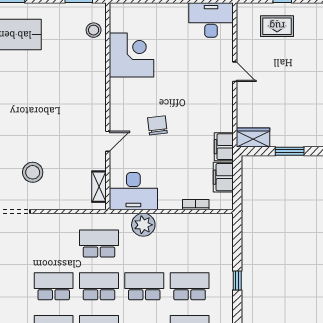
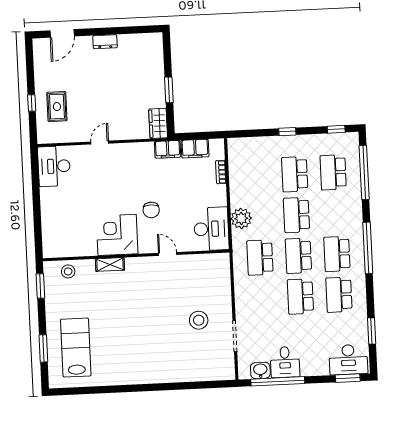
corner desk: (131, 55) -> (117, 235), moved
chair: (157, 125) -> (151, 210), turned -83
shelving: (99, 187) -> (110, 264), moved

